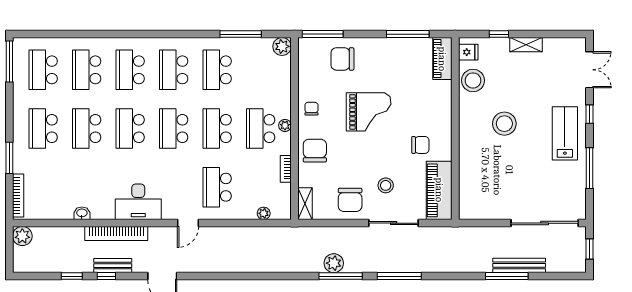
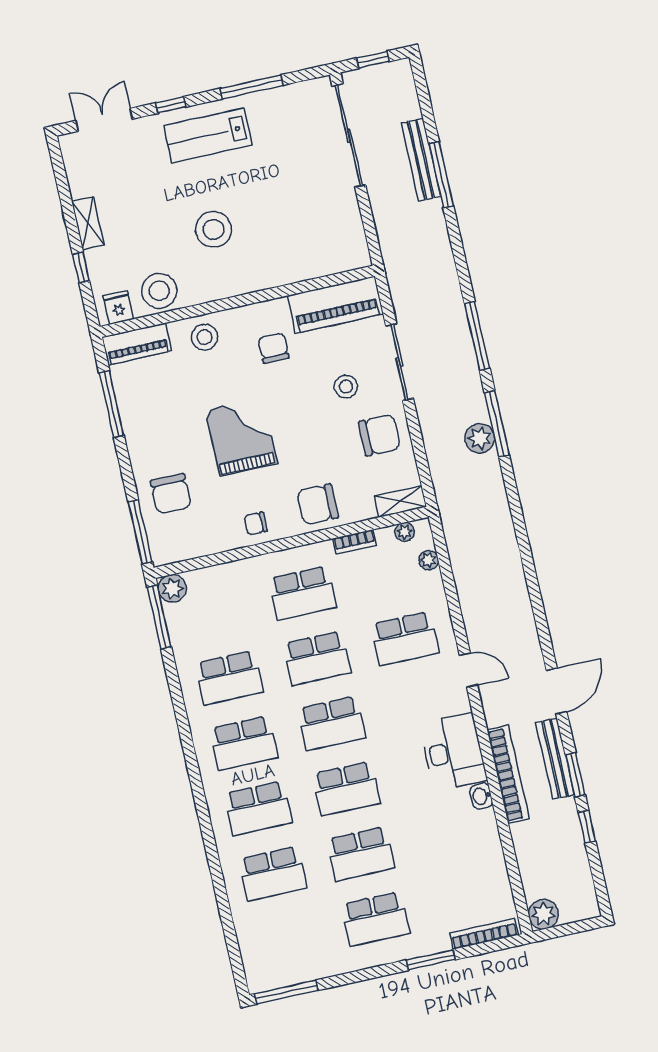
window: (241, 34) -> (159, 617), moved
school desk: (43, 70) -> (287, 939), removed
stool: (437, 103) -> (205, 337), added
plant: (285, 125) -> (405, 532), moved
washbasin: (82, 213) -> (481, 796), moved
bench: (113, 266) -> (555, 759), width x1.36
window: (106, 276) -> (575, 775), width x1.50

